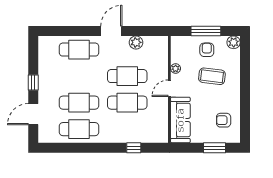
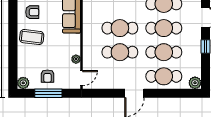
plant: (136, 42) -> (195, 83), moved
cafe table: (79, 76) -> (164, 52), added
coffee table: (212, 76) -> (32, 37), moved
door: (169, 88) -> (81, 78), moved

